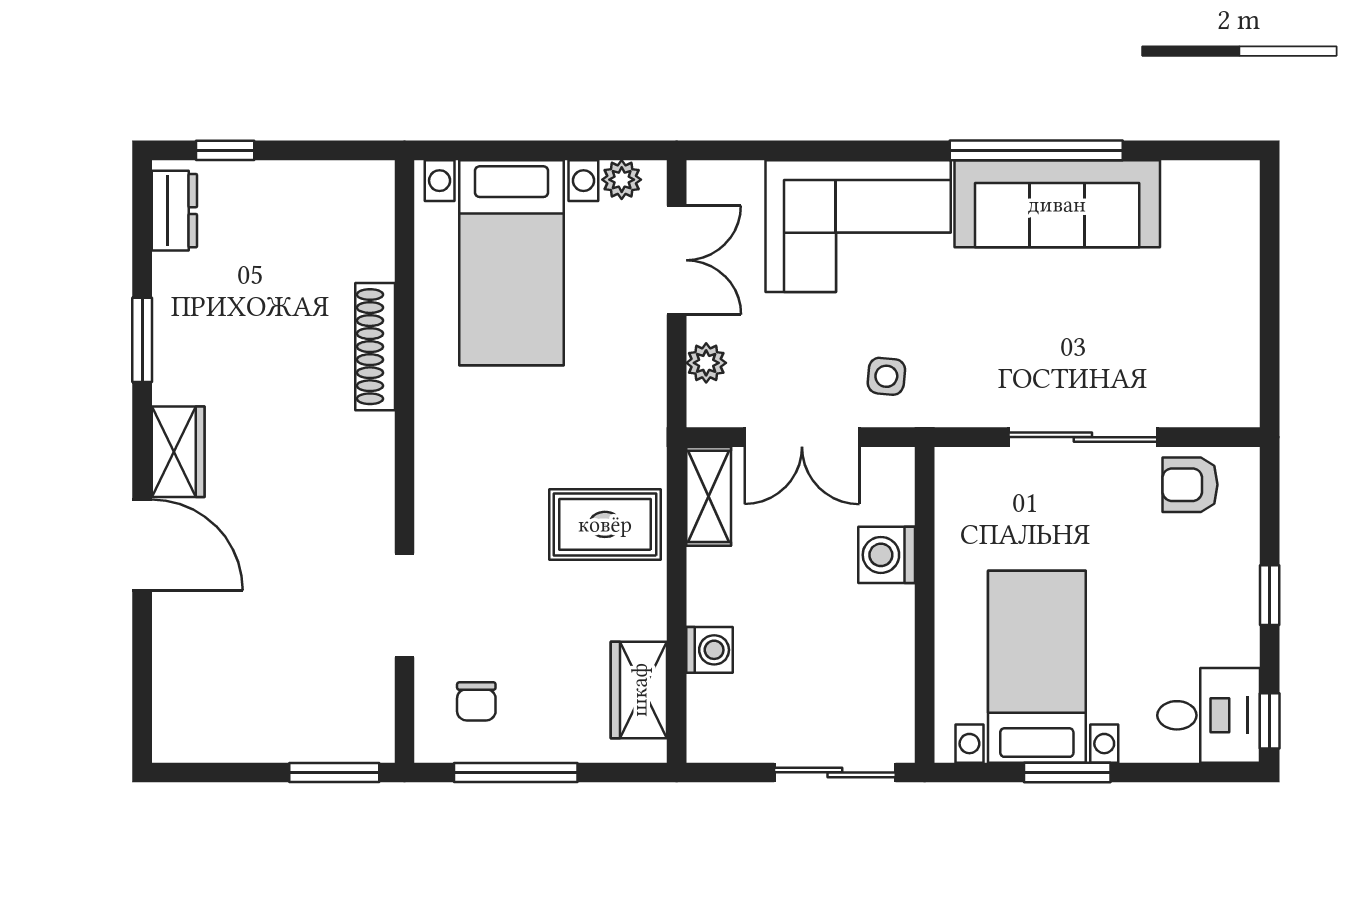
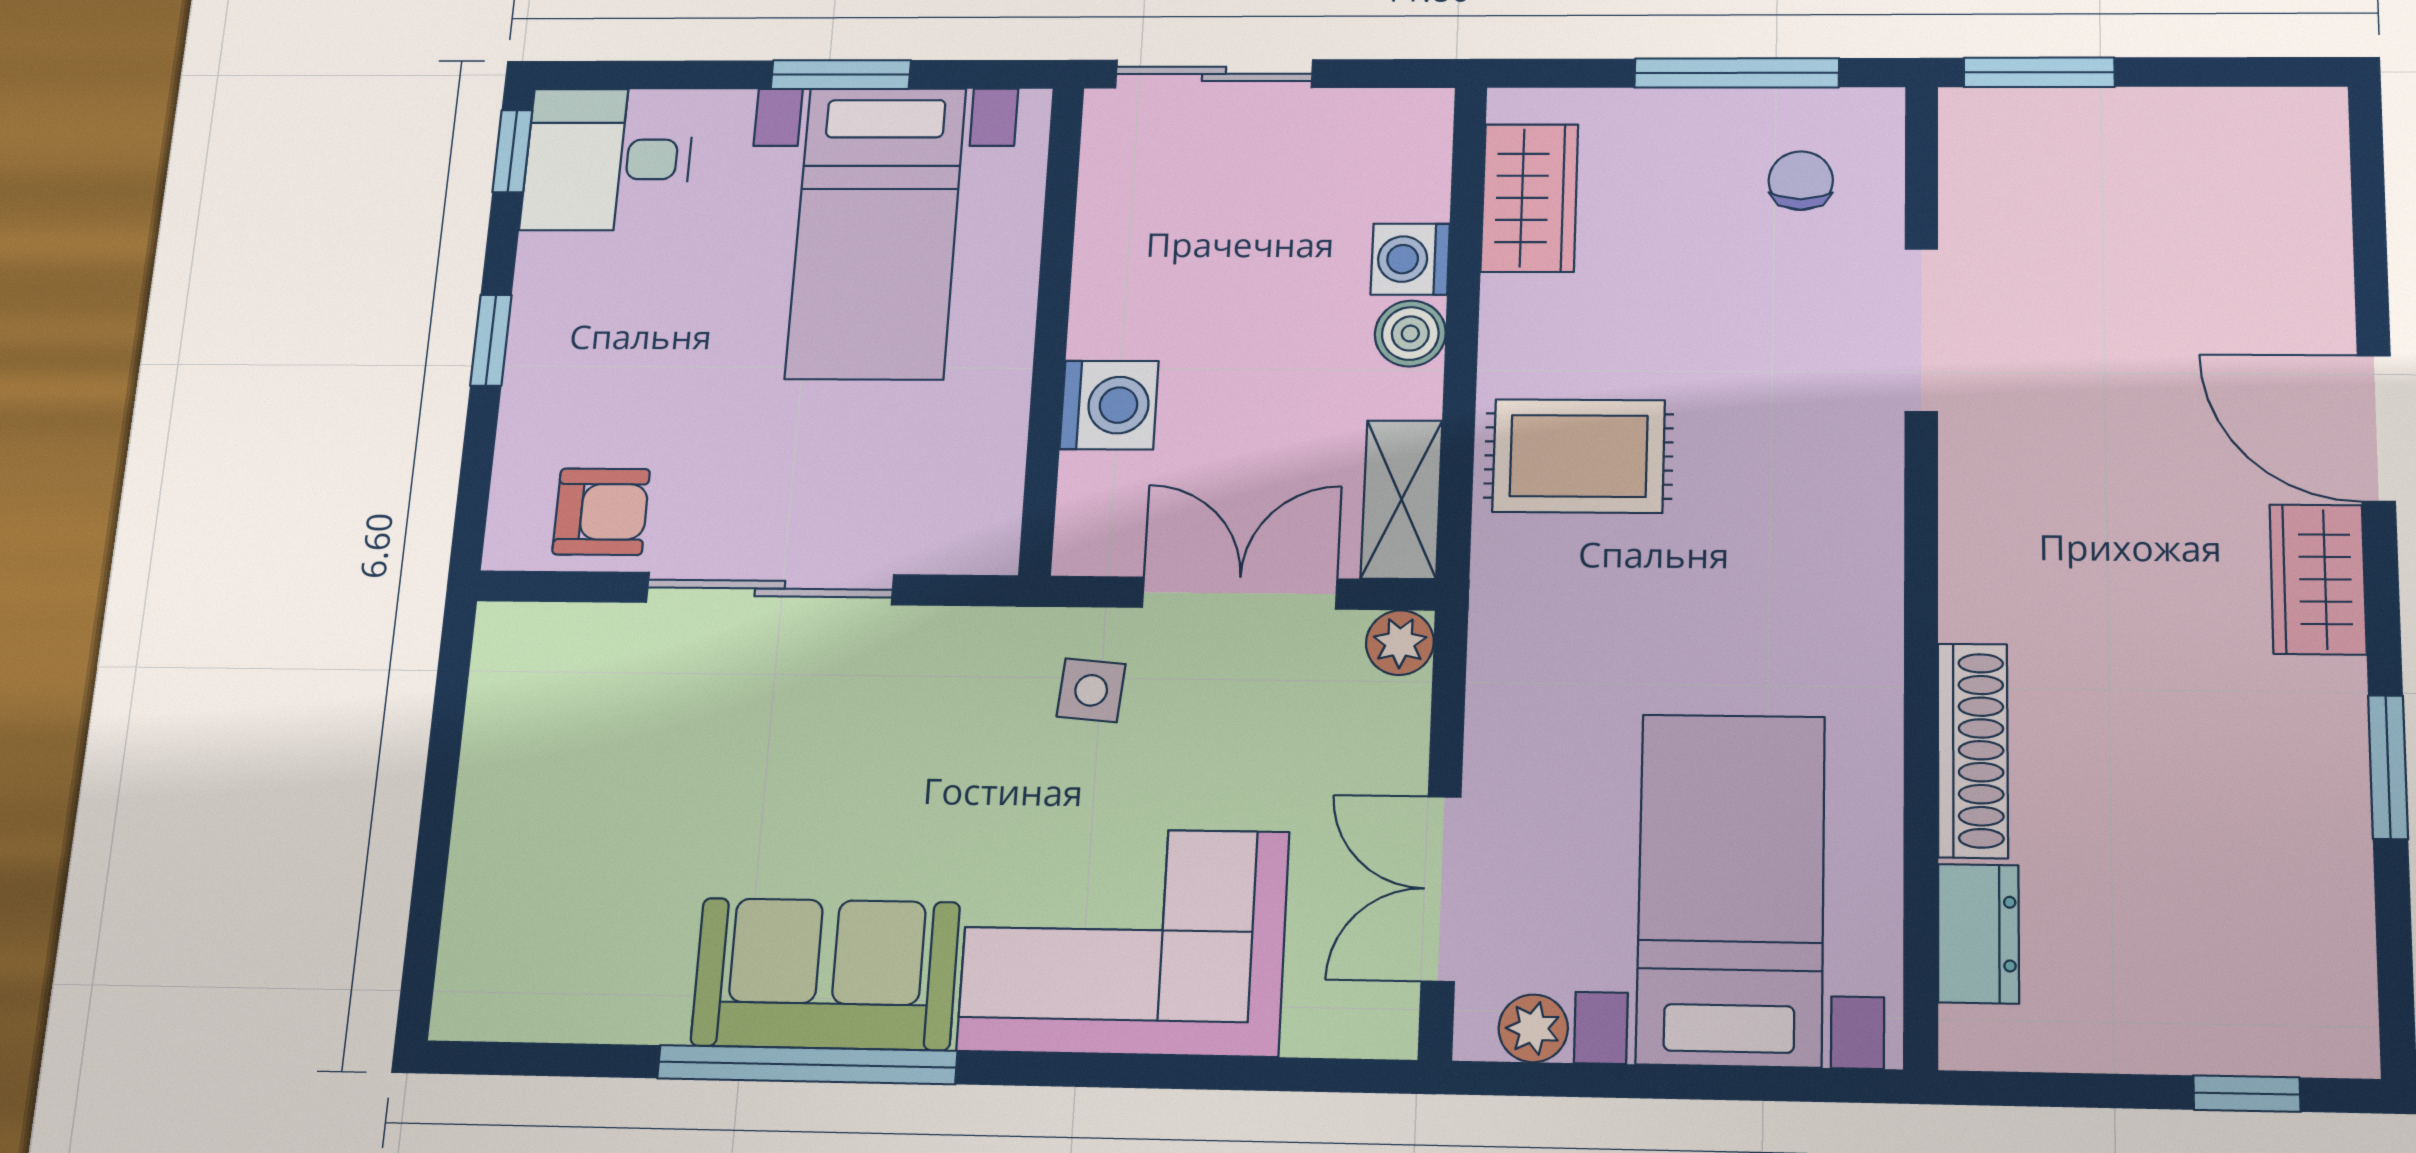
sofa: (1057, 204) -> (826, 974), width x0.73
dresser: (174, 211) -> (1978, 934), moved, turned 180
plant: (706, 363) -> (1400, 643), moved
boiler: (708, 602) -> (1410, 334), added

